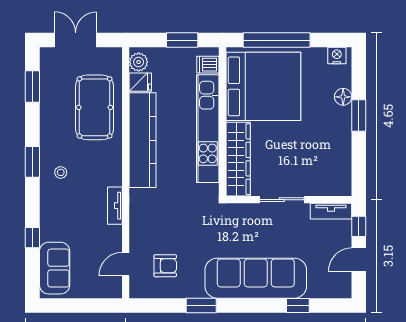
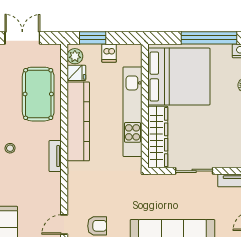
window: (182, 40) -> (93, 38), moved
window: (277, 40) -> (209, 38), moved
dishwasher: (208, 65) -> (109, 53), moved, turned -90
tv unit: (115, 206) -> (55, 156), moved

